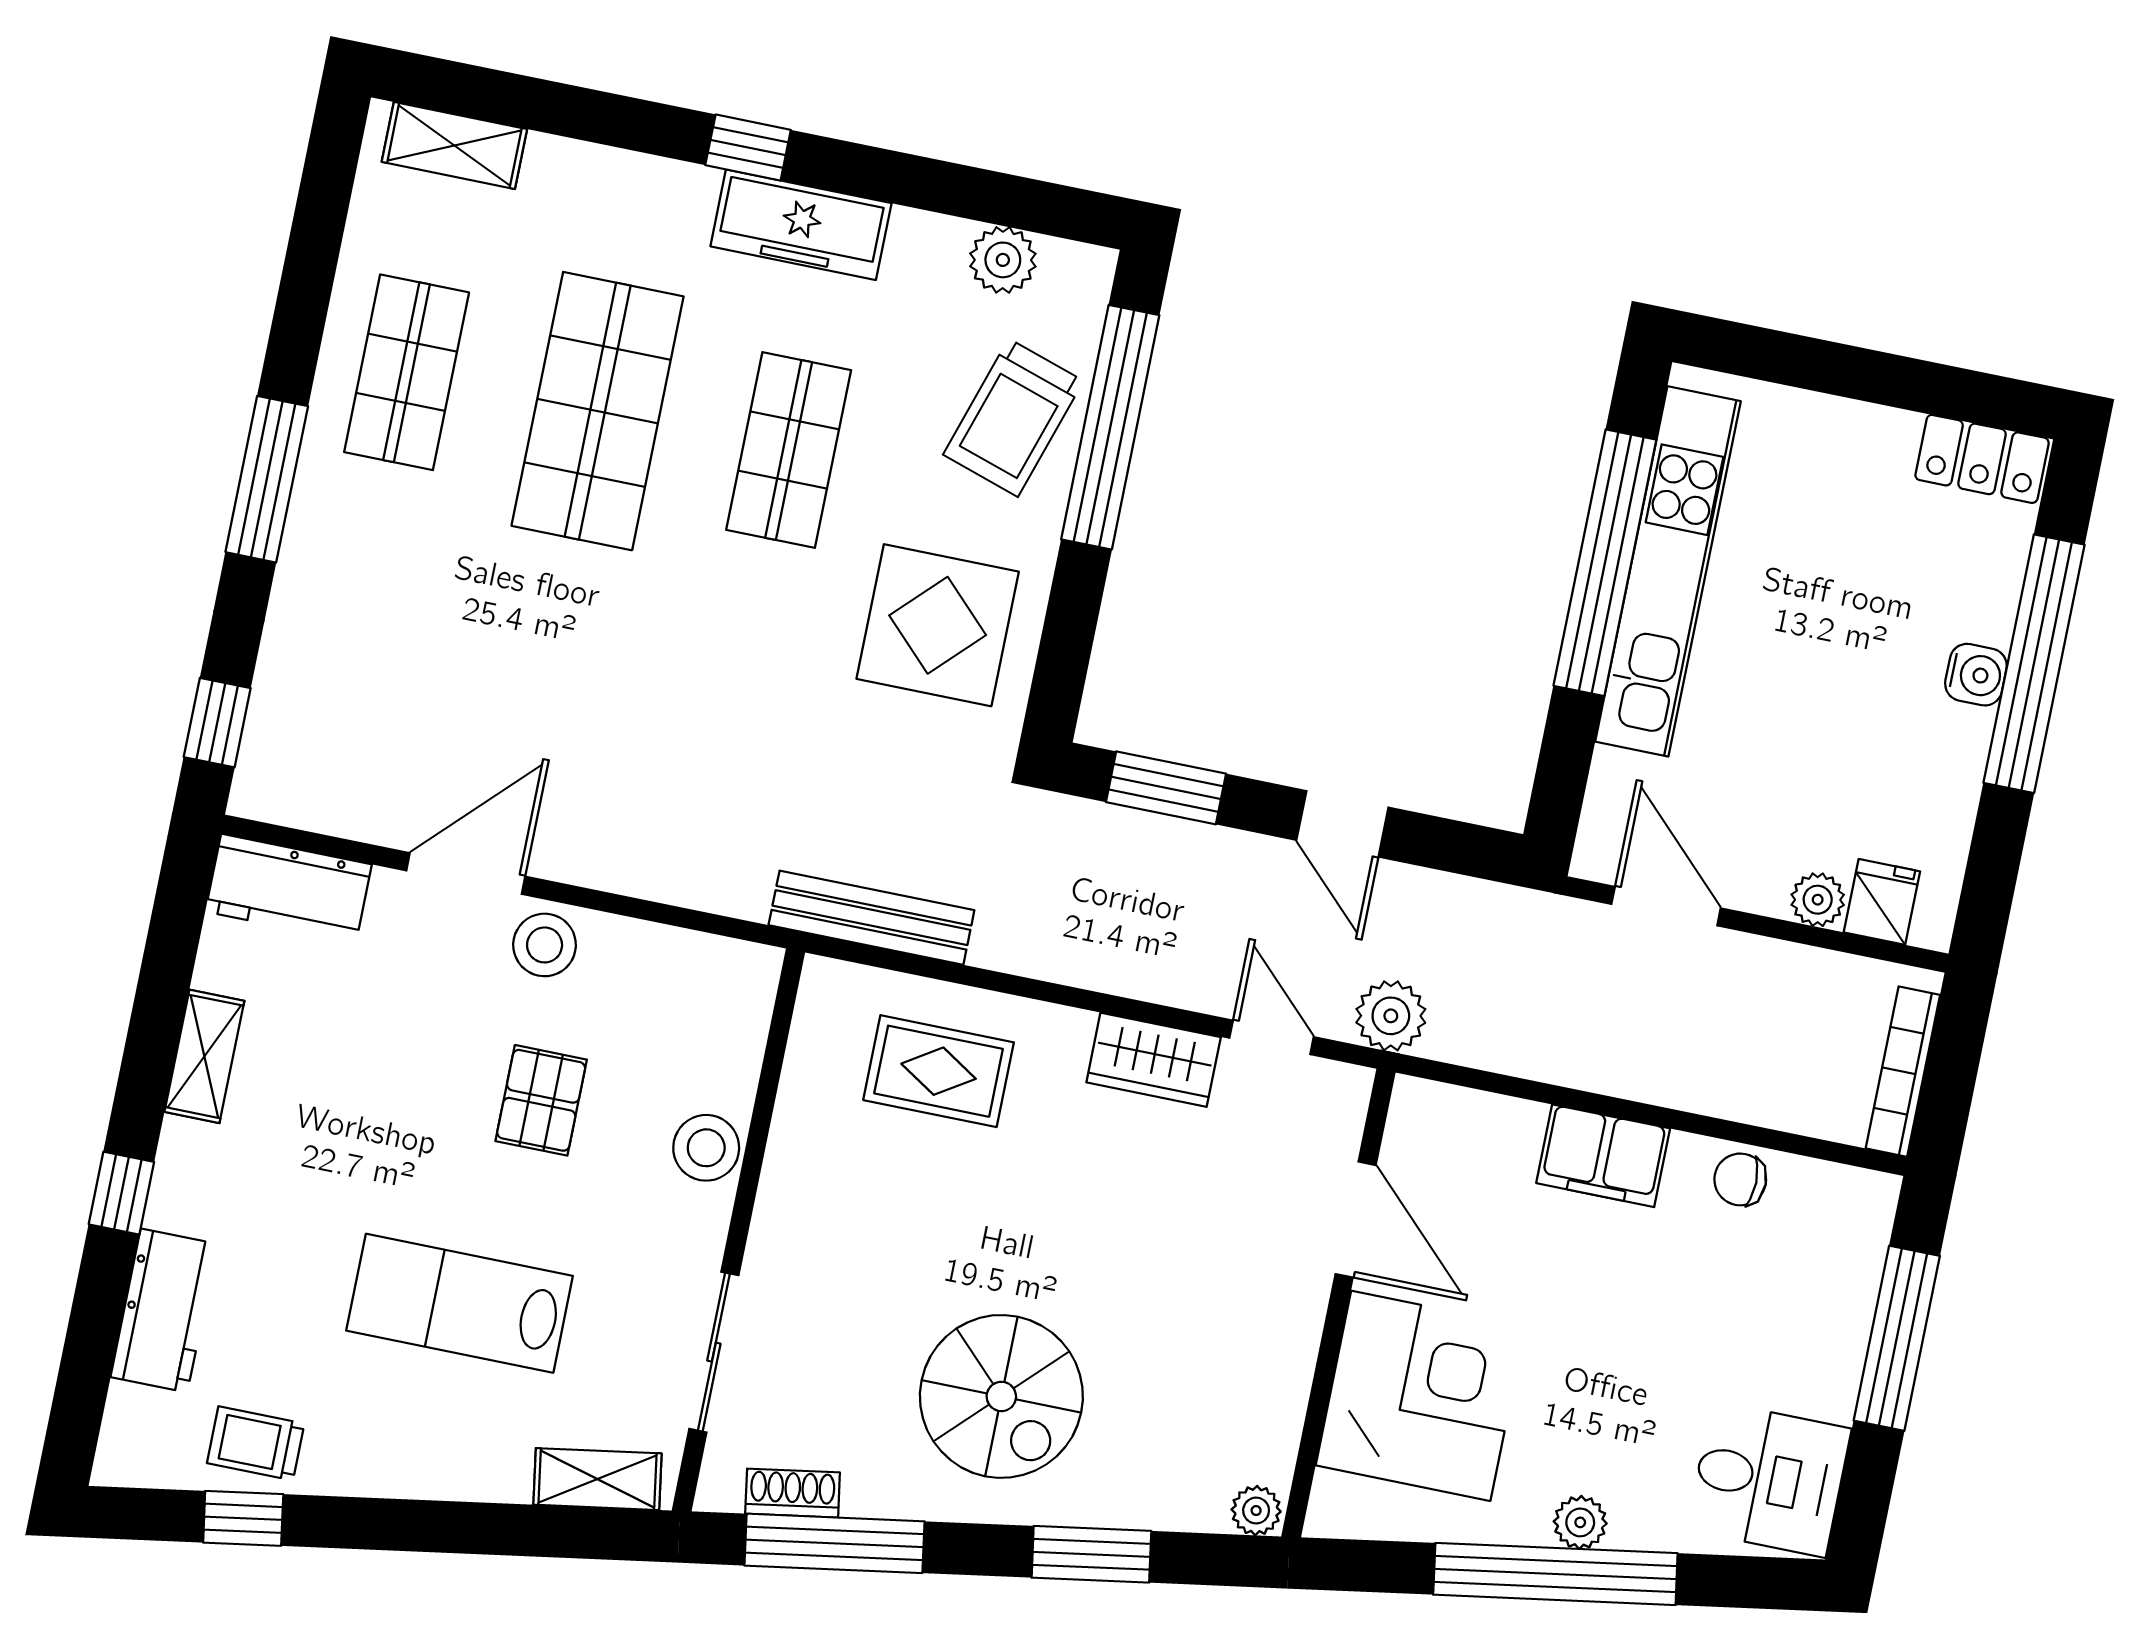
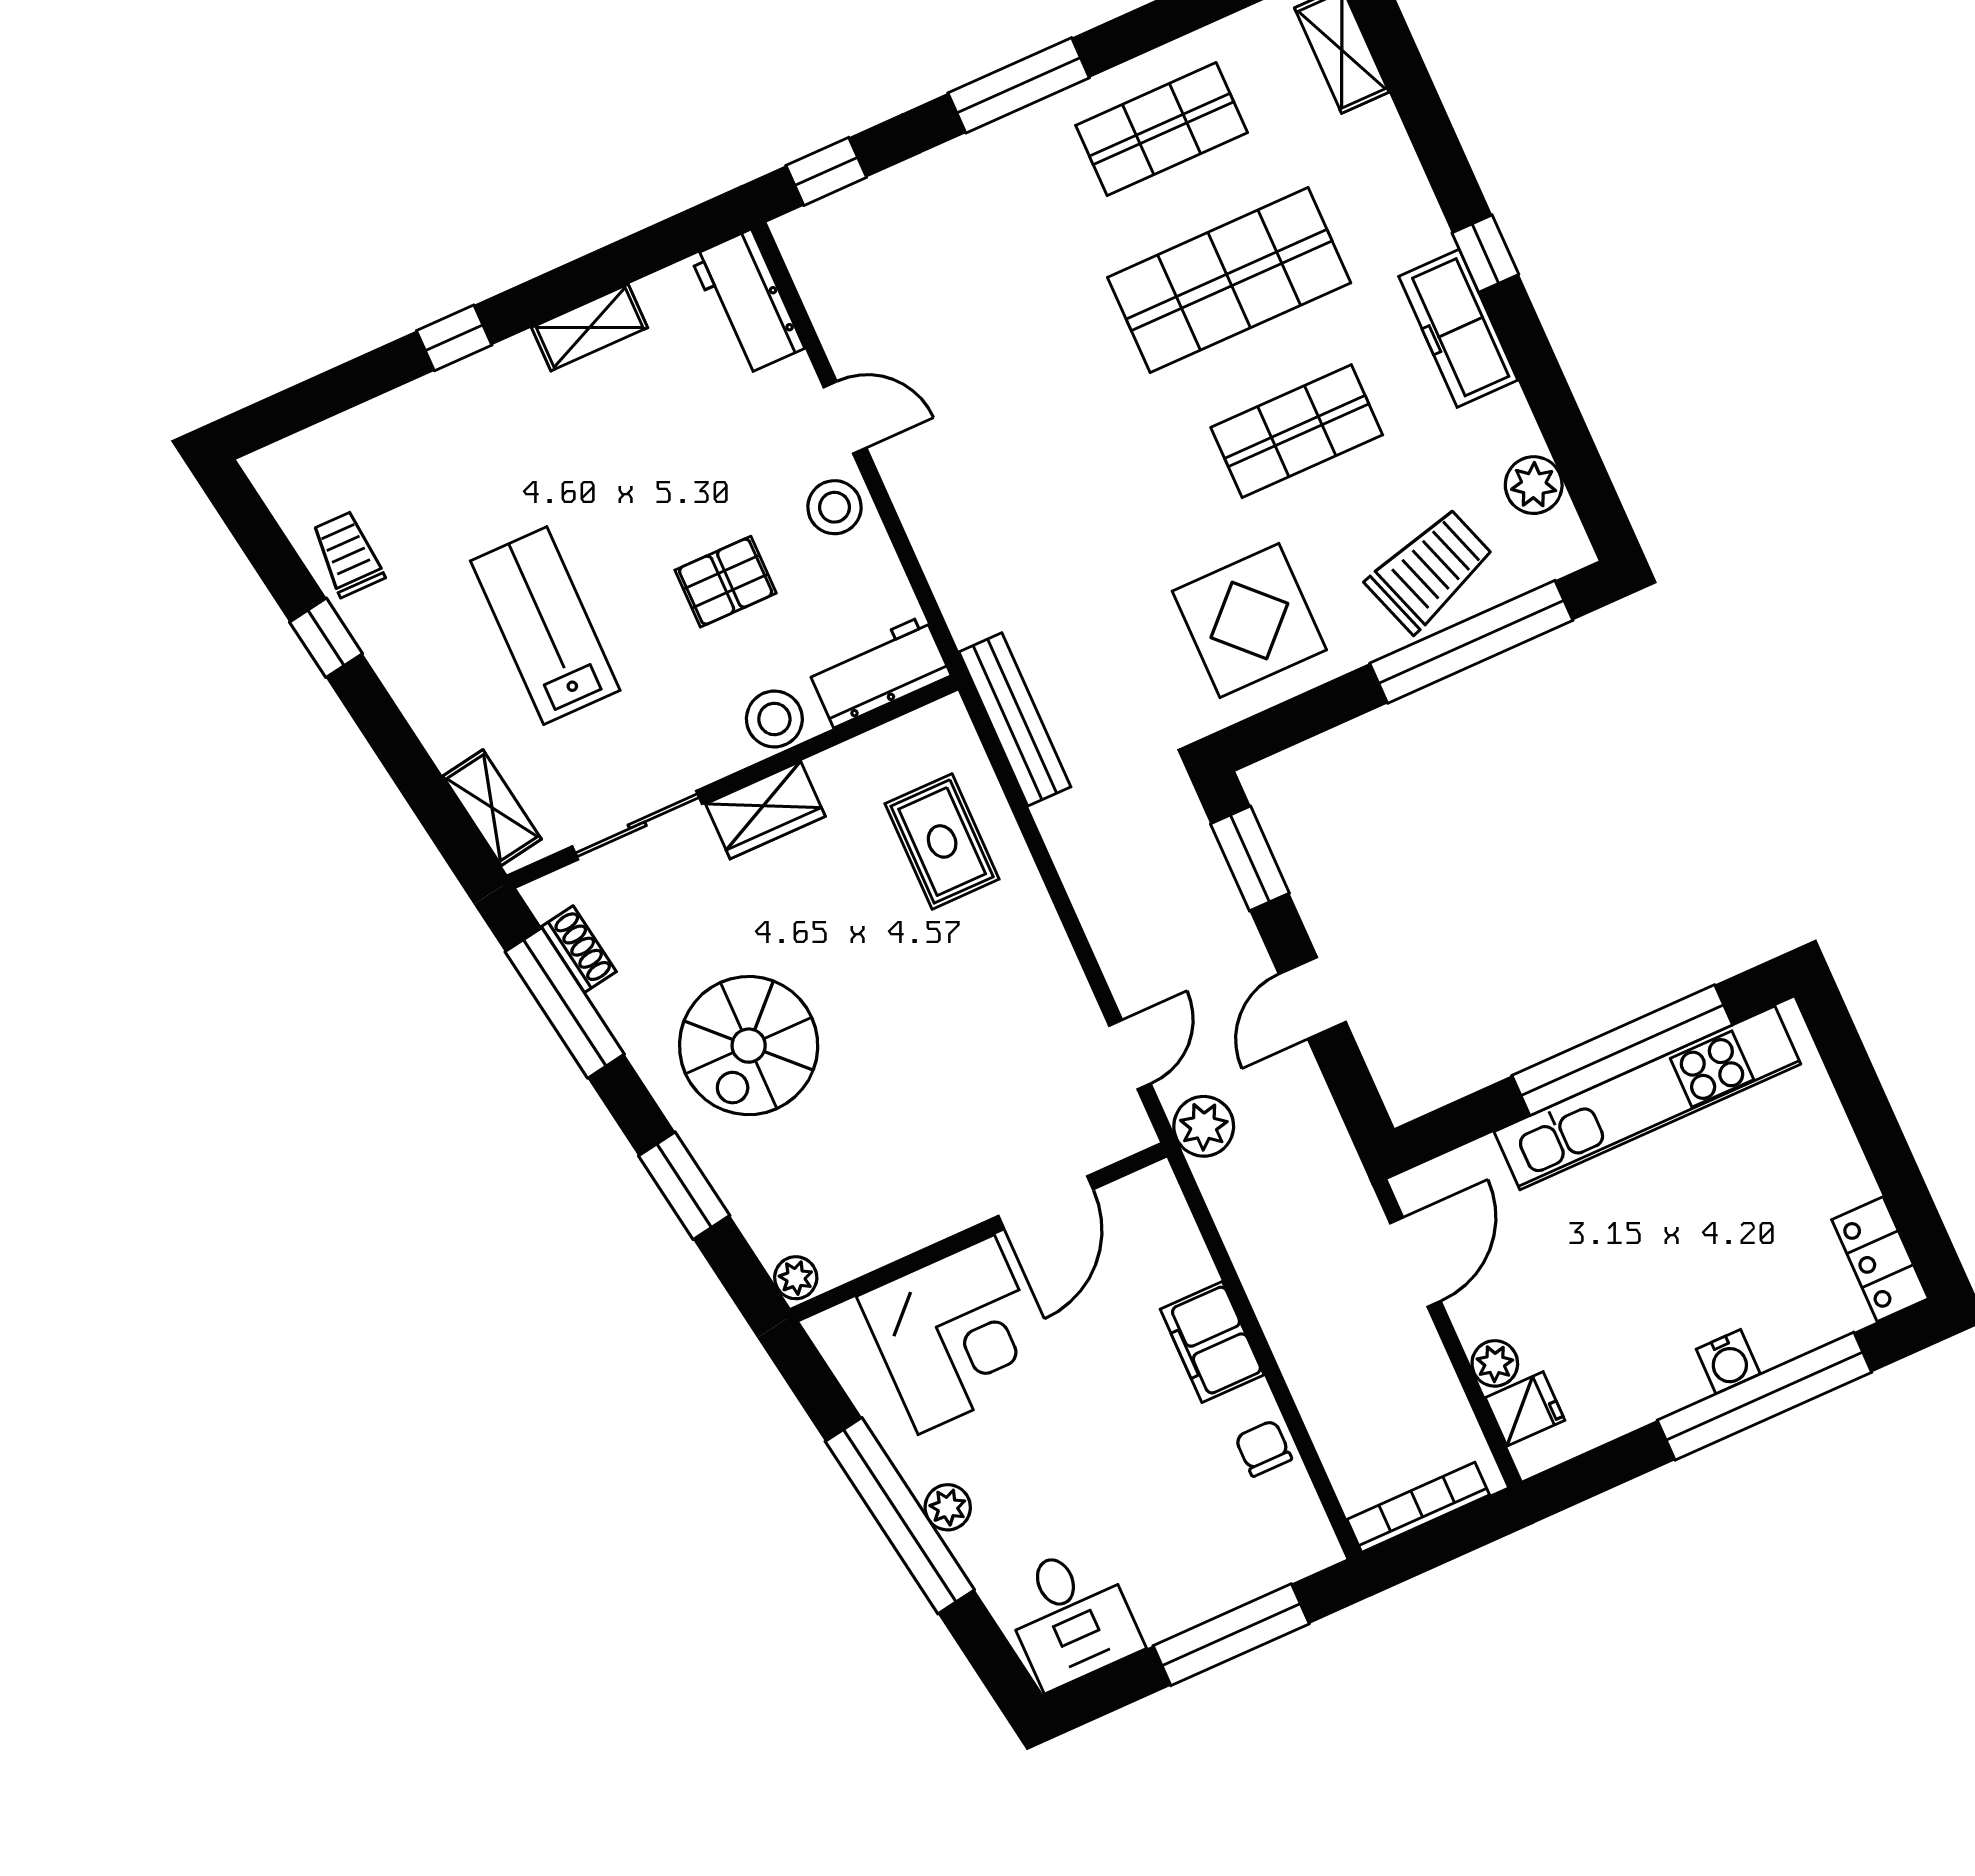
trolley: (1013, 418) -> (1430, 570), turned 143
door: (466, 873) -> (845, 418), width x0.73
wardrobe: (1154, 1060) -> (765, 810), moved, turned -90
workbench: (164, 1310) -> (879, 672), moved, turned 180
window: (243, 1518) -> (326, 638), moved

